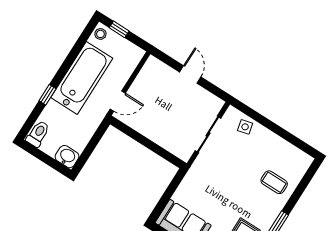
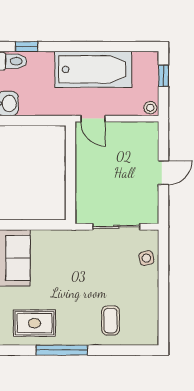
stool: (100, 34) -> (150, 108), moved
window: (48, 95) -> (27, 47), moved

